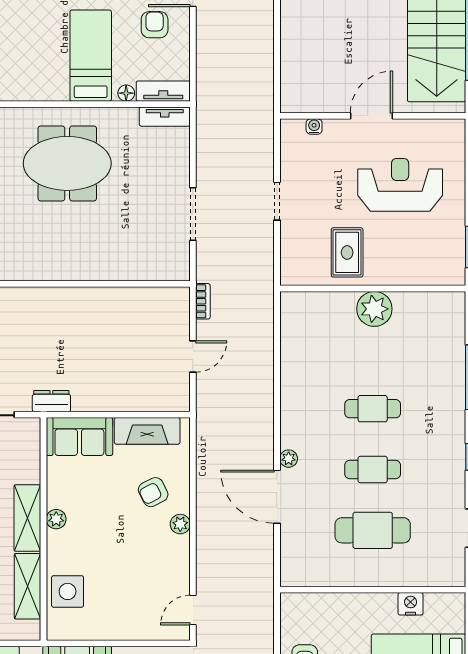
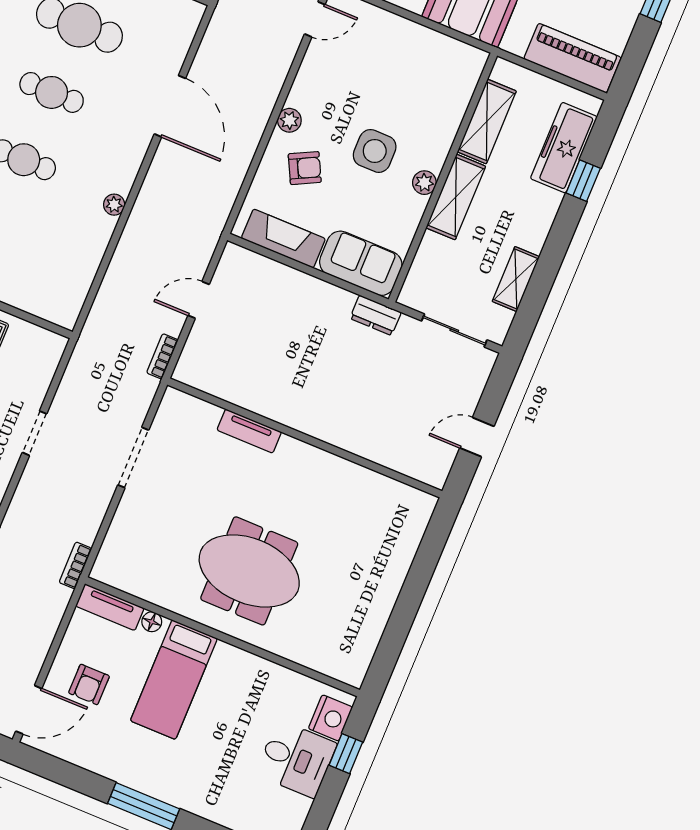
bookcase: (203, 112) -> (75, 565), added
tv unit: (165, 117) -> (249, 431), moved, turned 180
plant: (289, 459) -> (114, 205), moved
side table: (68, 591) -> (375, 151), moved

